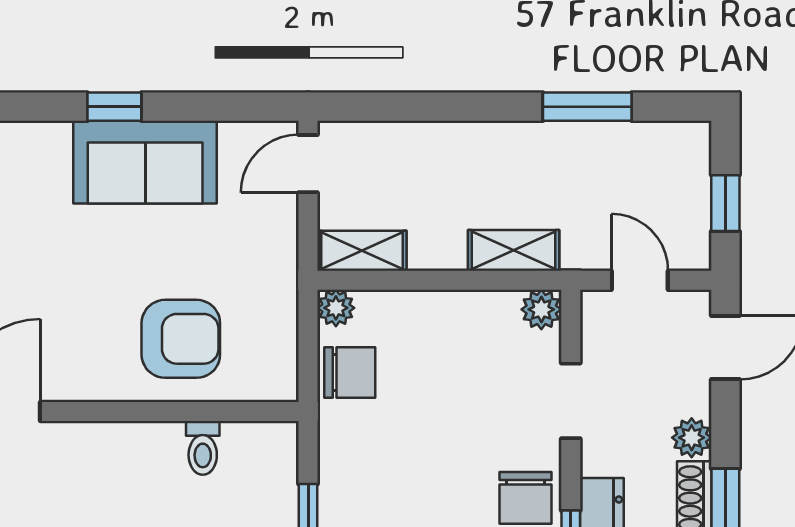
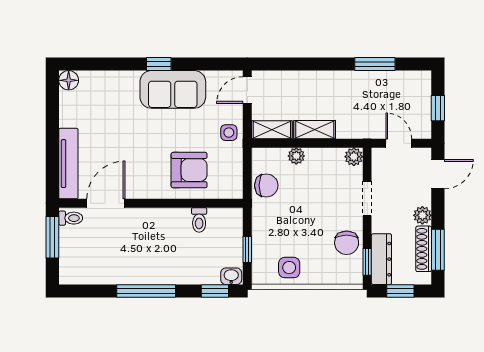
shelving: (514, 250) -> (315, 130), moved
side table: (268, 257) -> (229, 133), added
plant: (336, 308) -> (296, 156), moved

